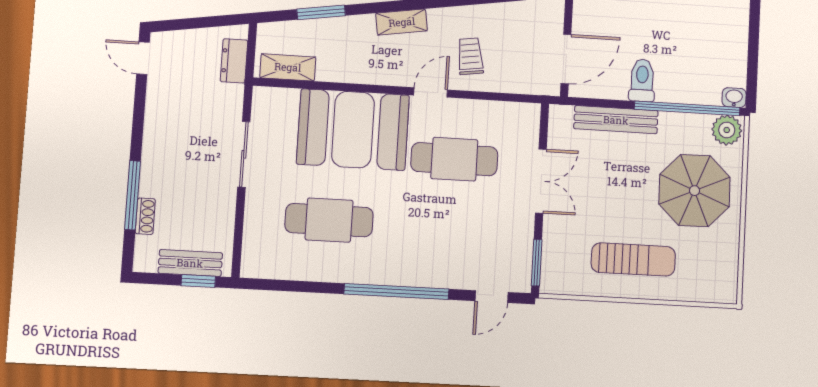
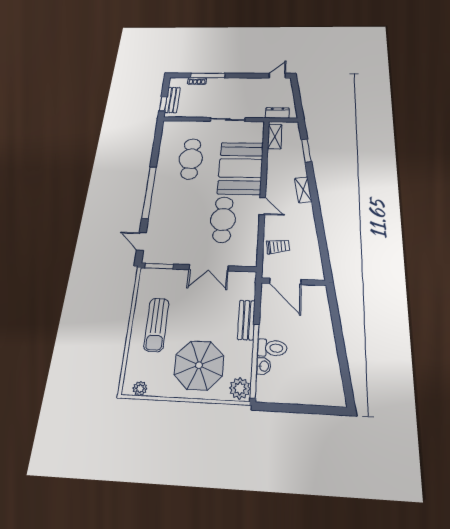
trolley: (470, 56) -> (278, 247), moved
toilet: (642, 80) -> (272, 348), moved
washbasin: (734, 98) -> (264, 366), moved
bench: (616, 120) -> (246, 320), width x0.73
plant: (728, 277) -> (140, 388), added

